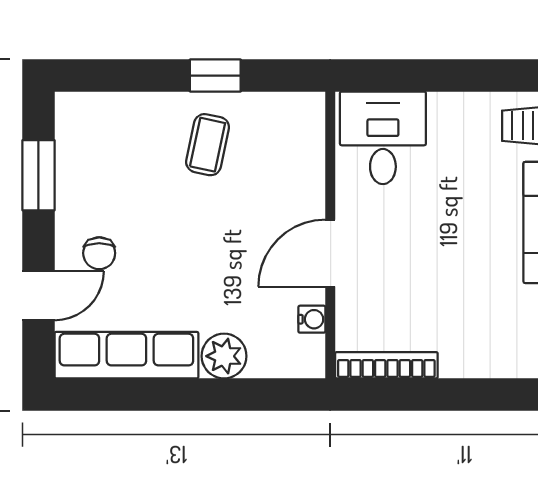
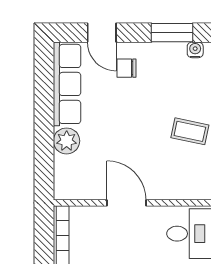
water cooler: (312, 319) -> (195, 50), moved, turned 180

